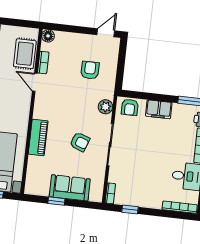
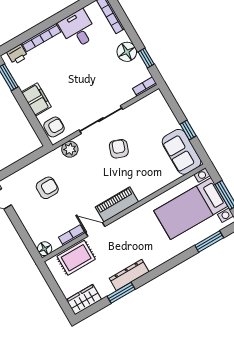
armchair: (90, 70) -> (47, 188), turned 180
door: (35, 82) -> (95, 230), swing flipped
piano: (38, 137) -> (117, 204), moved
sofa: (70, 188) -> (182, 152), moved
floor lamp: (145, 199) -> (127, 52), added

